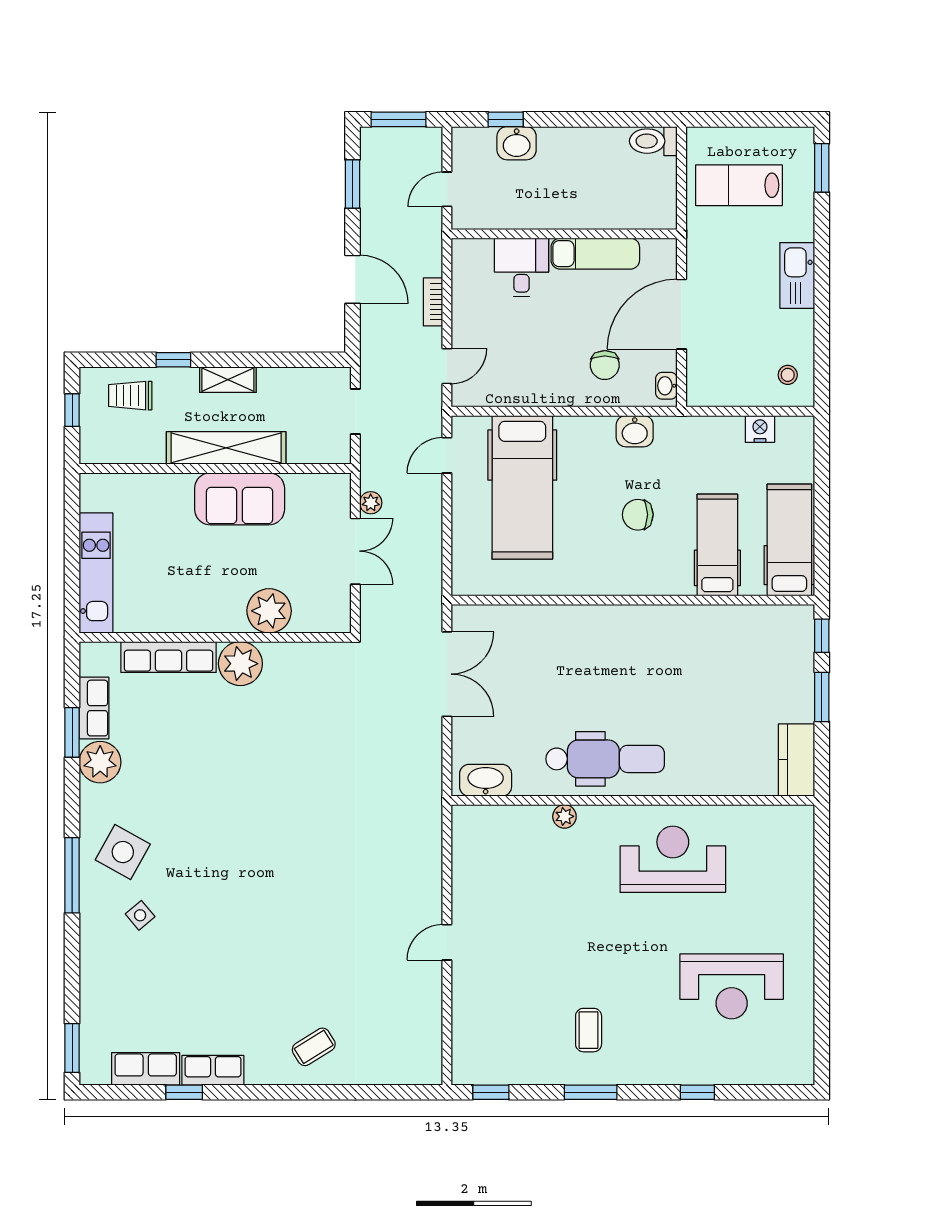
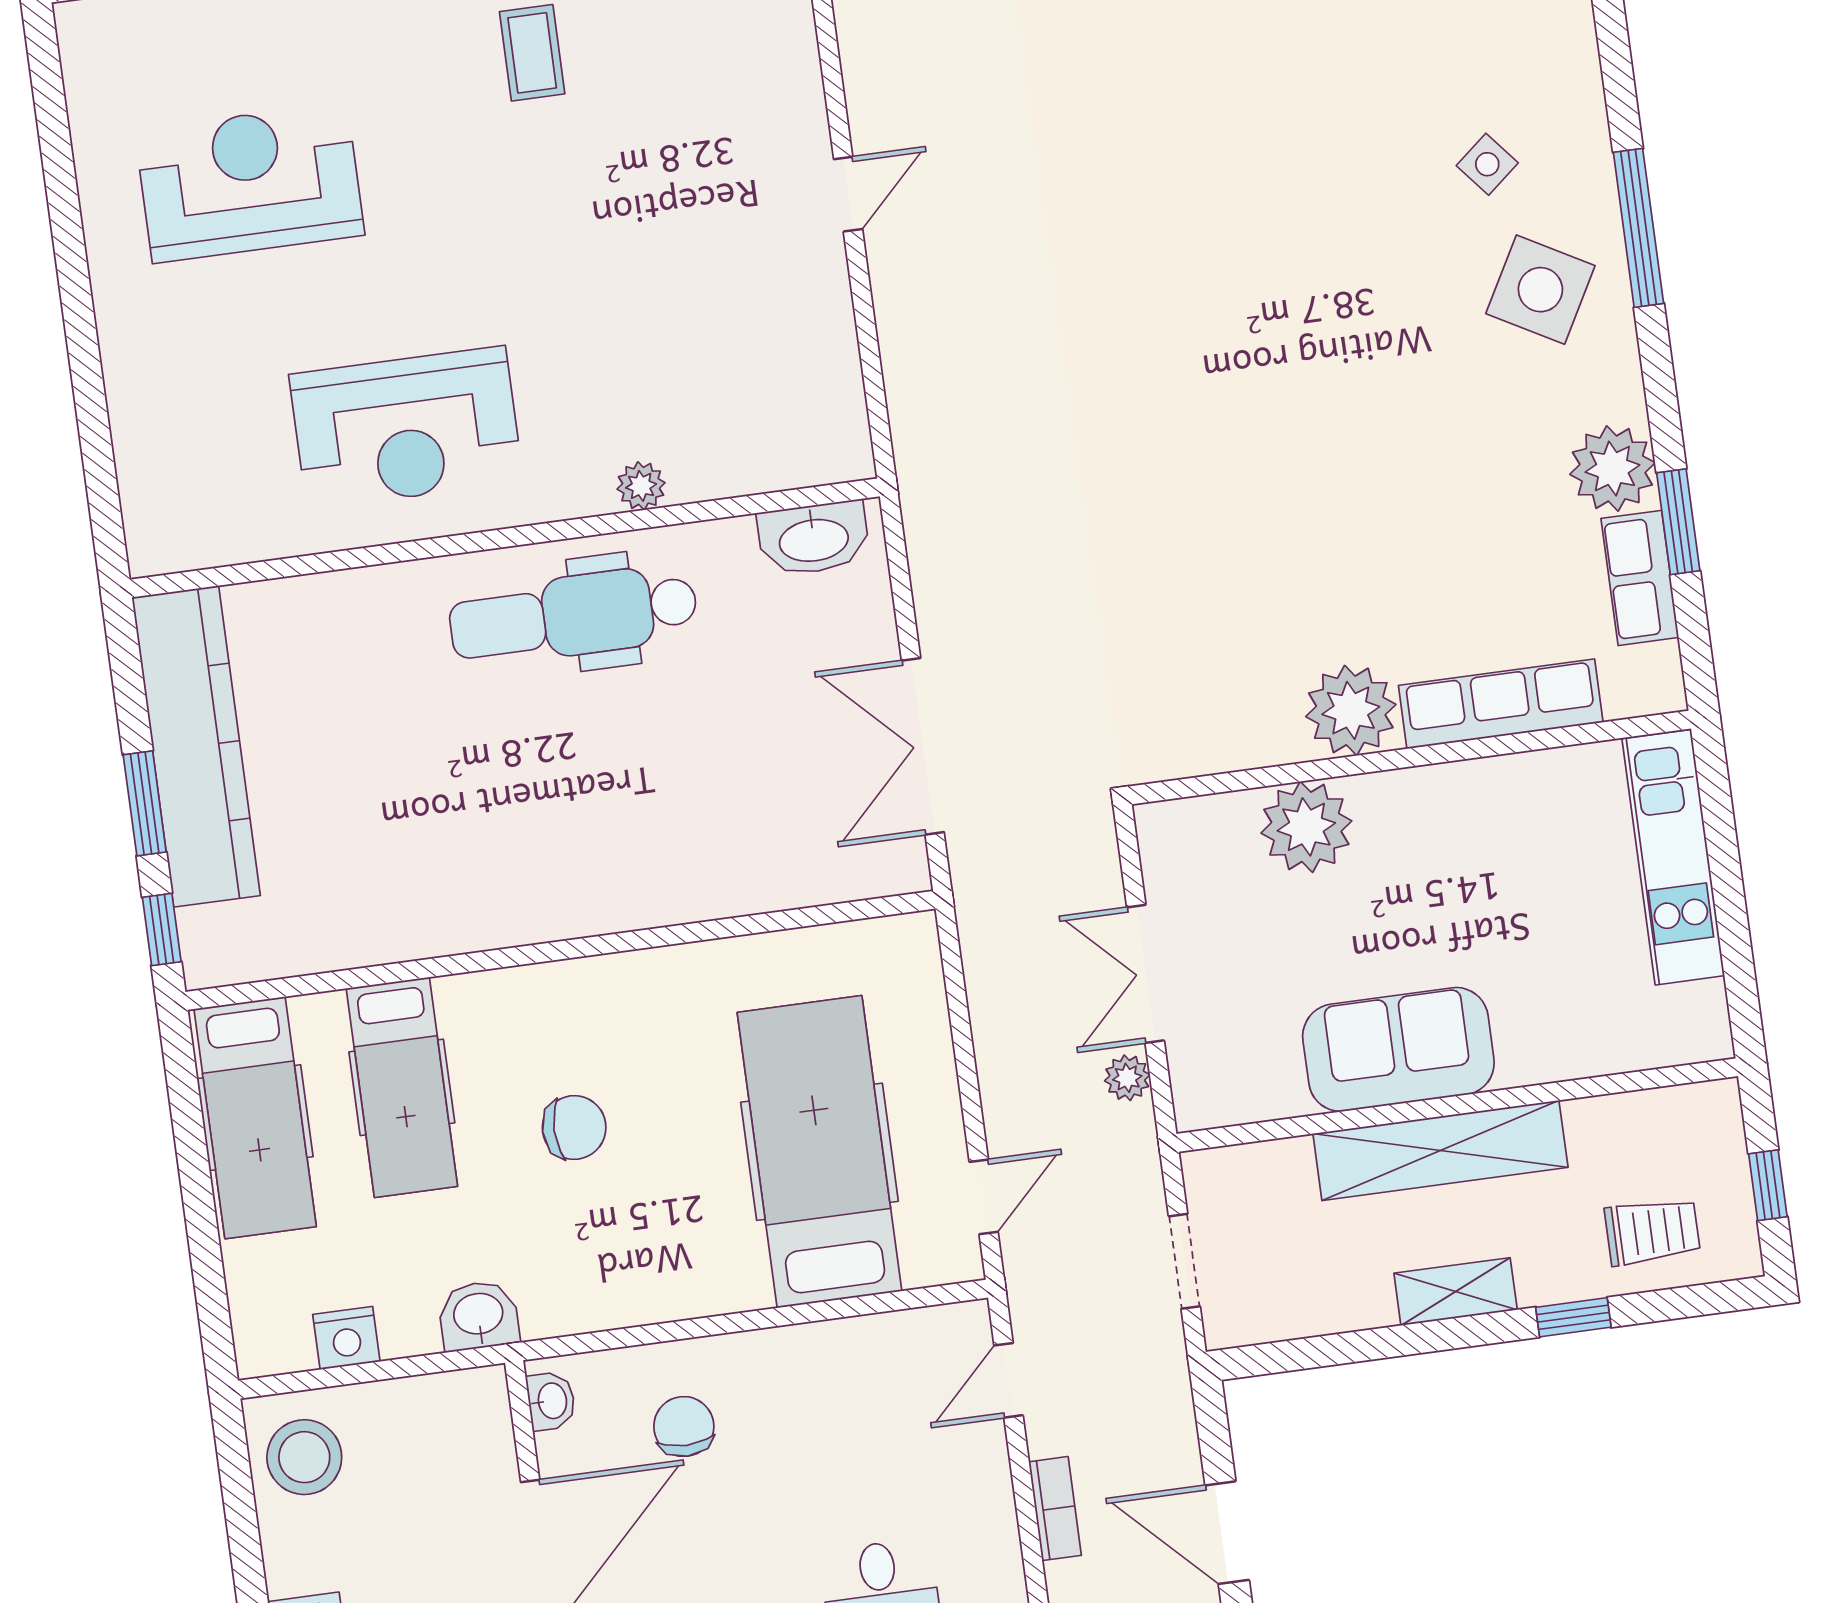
stool: (788, 375) -> (304, 1457), width x1.89, depth x1.89
washbasin: (635, 431) -> (478, 1316), moved
kitchen counter: (797, 760) -> (196, 746), width x2.08, depth x1.17

